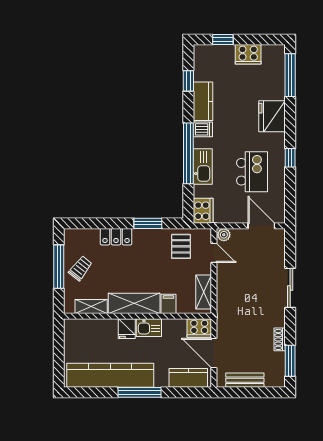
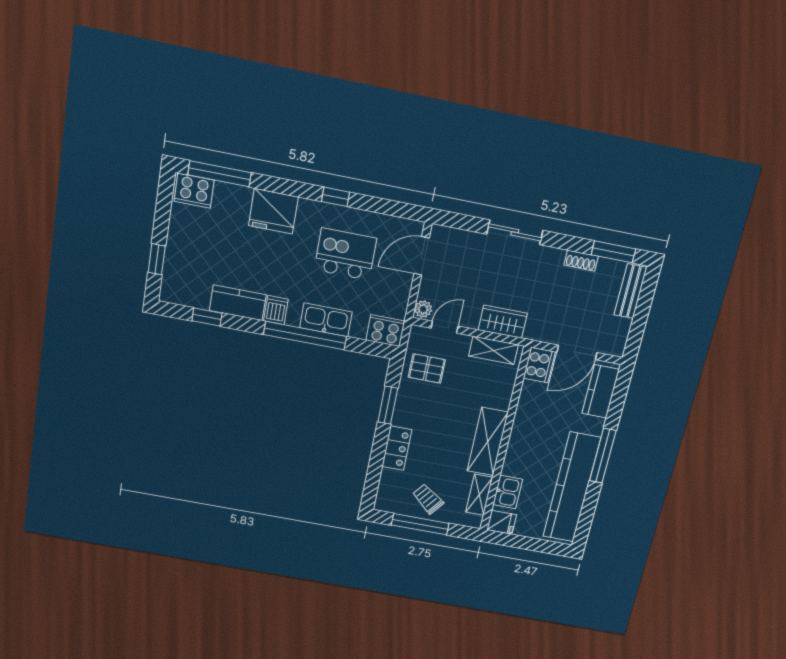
cooker: (248, 54) -> (194, 191), moved, turned 90
wardrobe: (226, 294) -> (503, 322), added
filing cabinet: (168, 304) -> (498, 399), removed
kitchen sink: (149, 328) -> (508, 492), moved
fridge: (127, 329) -> (502, 522), moved
bench: (245, 380) -> (630, 291), moved

